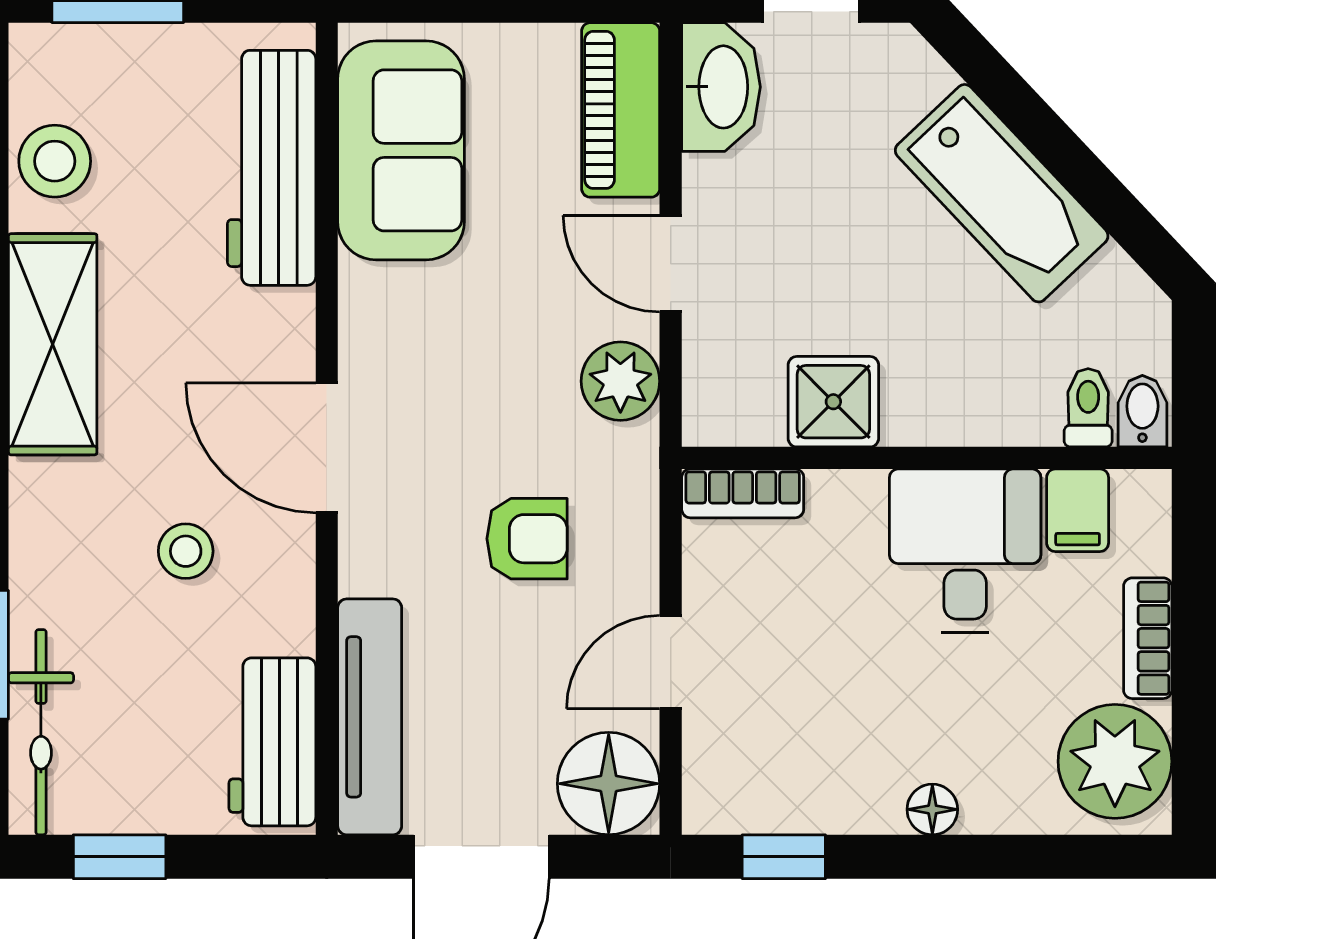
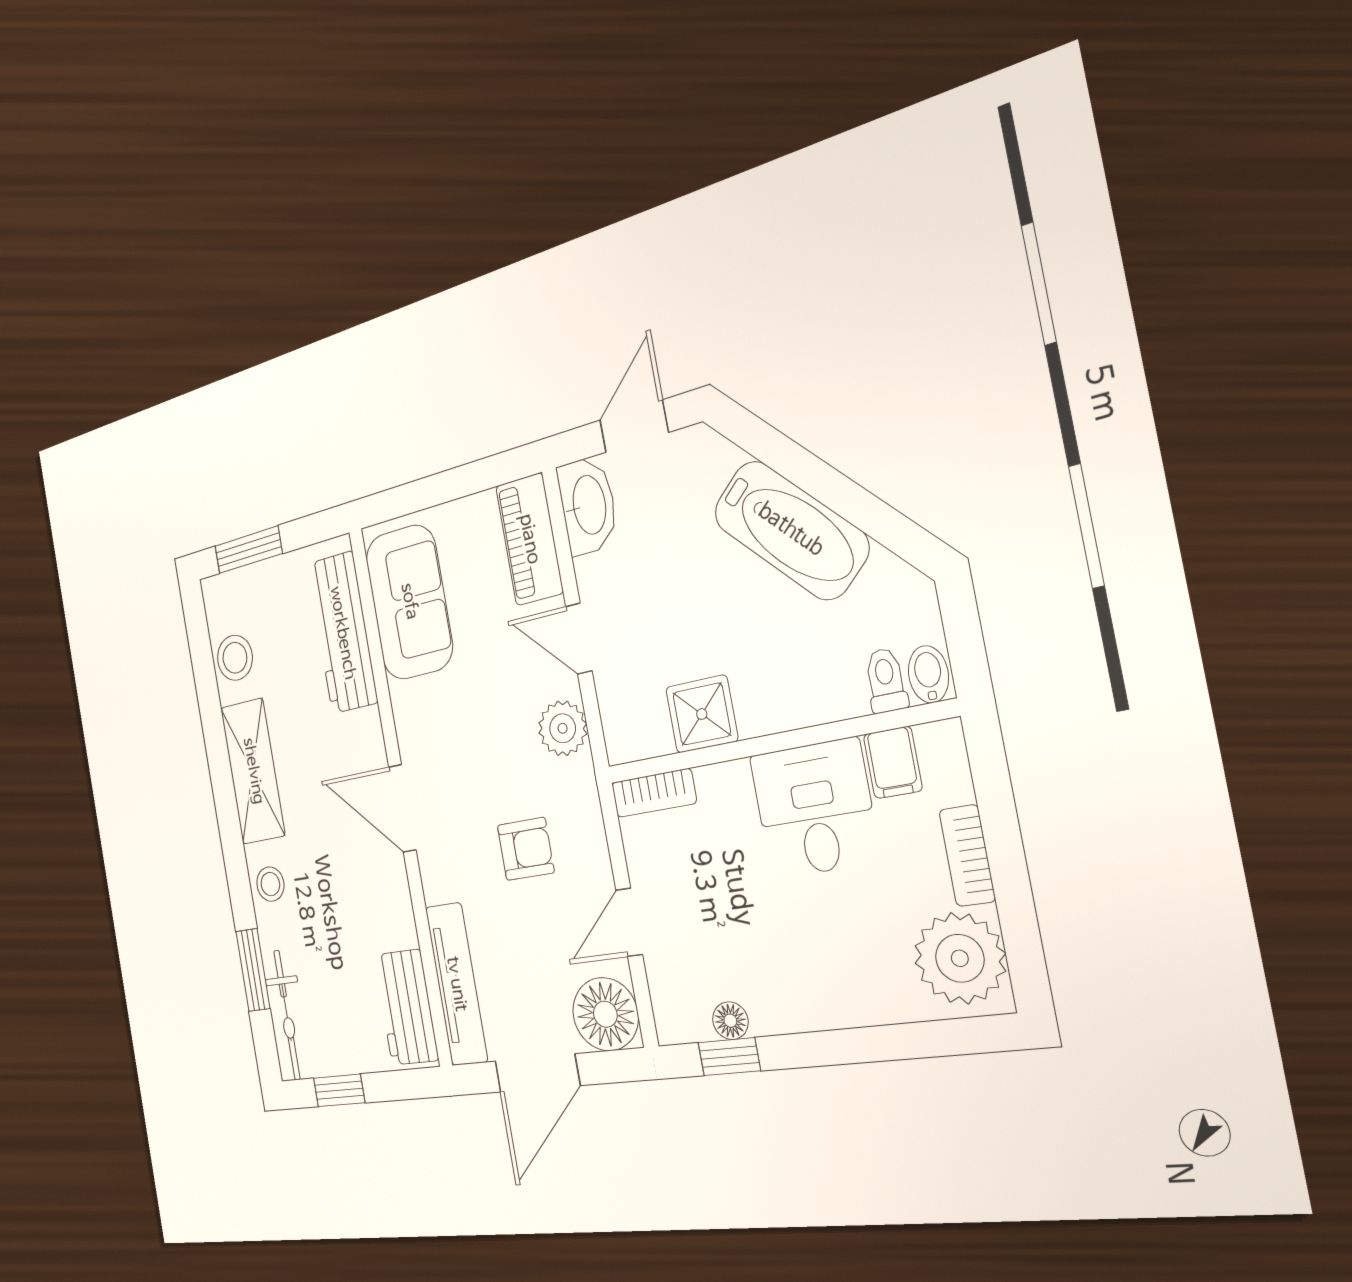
stool: (186, 551) -> (270, 884), moved
floor lamp: (932, 809) -> (730, 1021), moved

